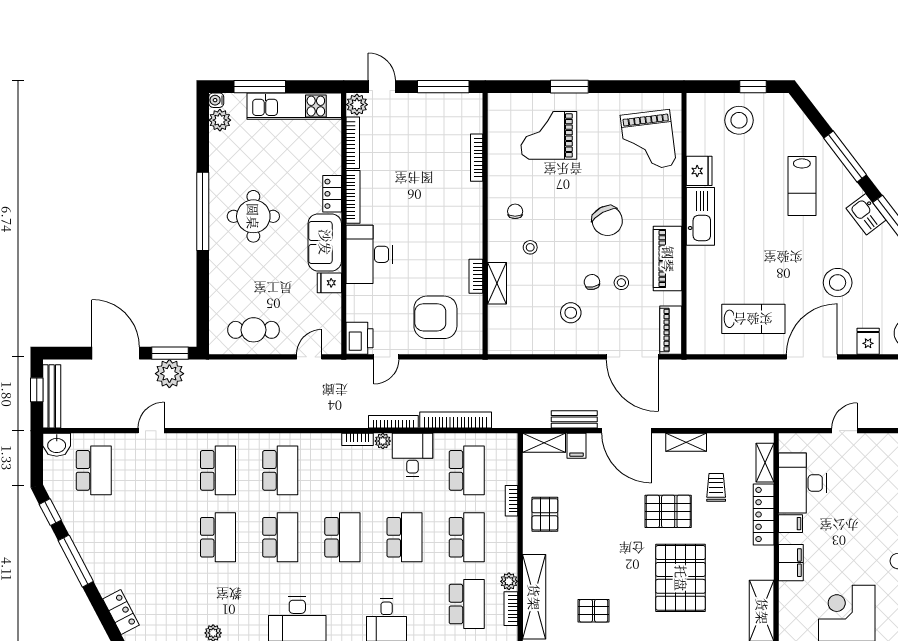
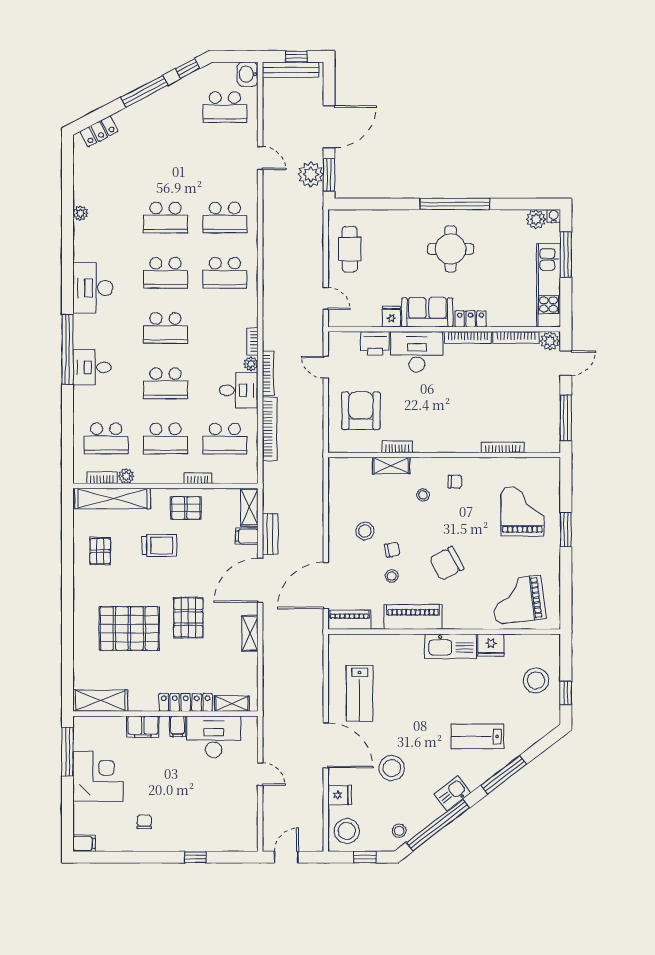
printer: (360, 338) -> (375, 343), moved
trolley: (716, 487) -> (159, 545), moved, width x1.36, depth x1.39

